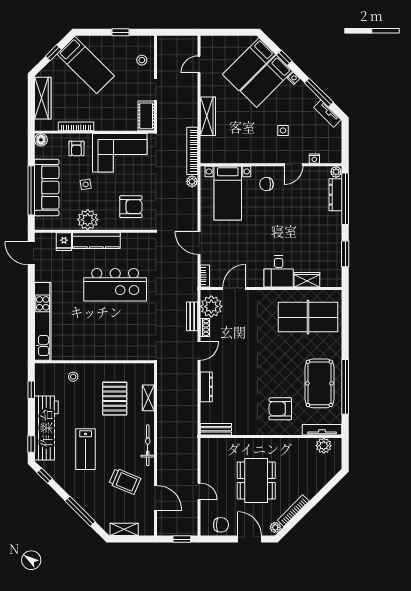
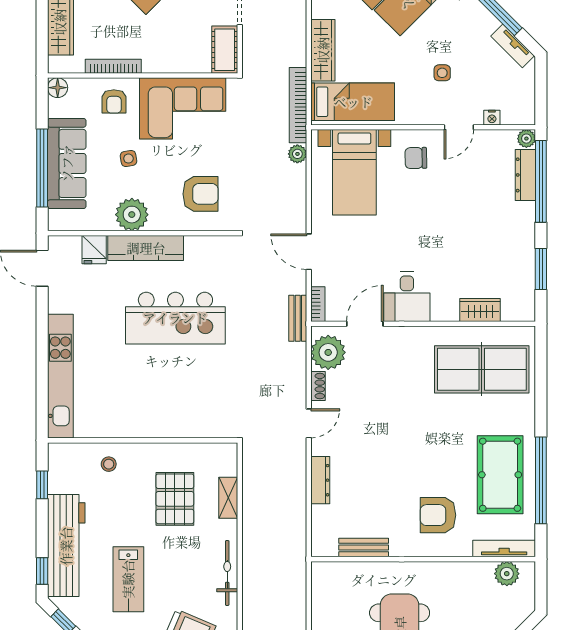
bed: (227, 149) -> (353, 102), added
desk: (279, 271) -> (407, 297), moved
bench: (192, 316) -> (298, 318), moved
bench: (216, 429) -> (364, 548), moved

